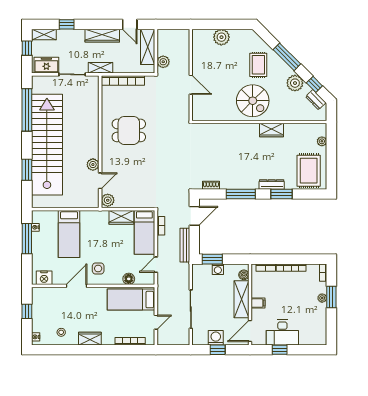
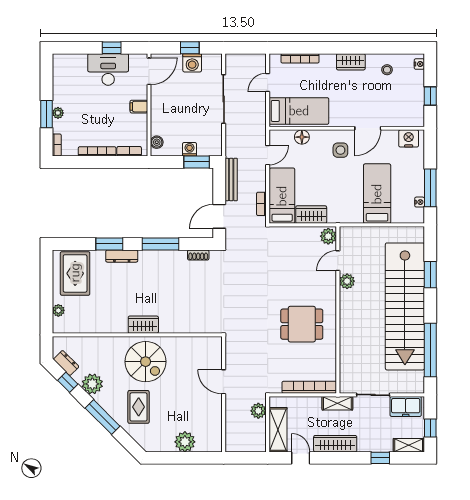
spiral stairs: (253, 101) -> (146, 362), turned 180
wardrobe: (272, 130) -> (143, 325), moved
shelving: (241, 299) -> (160, 111), removed

